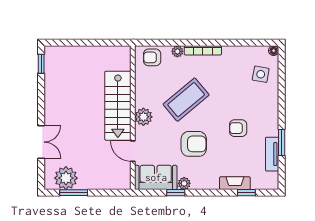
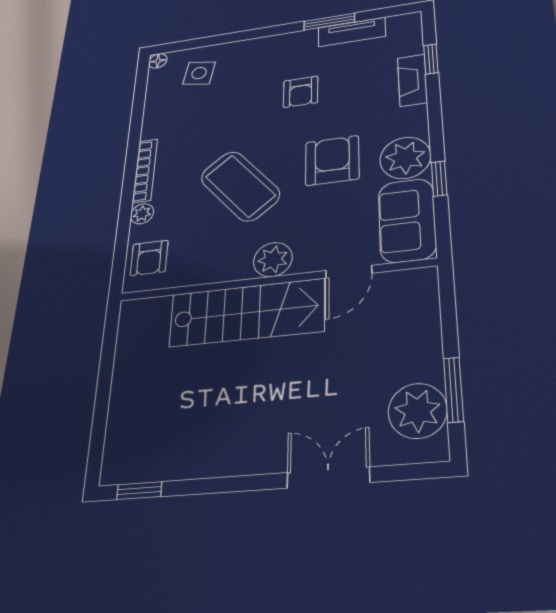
plant: (184, 183) -> (405, 158), width x1.87, depth x1.87

